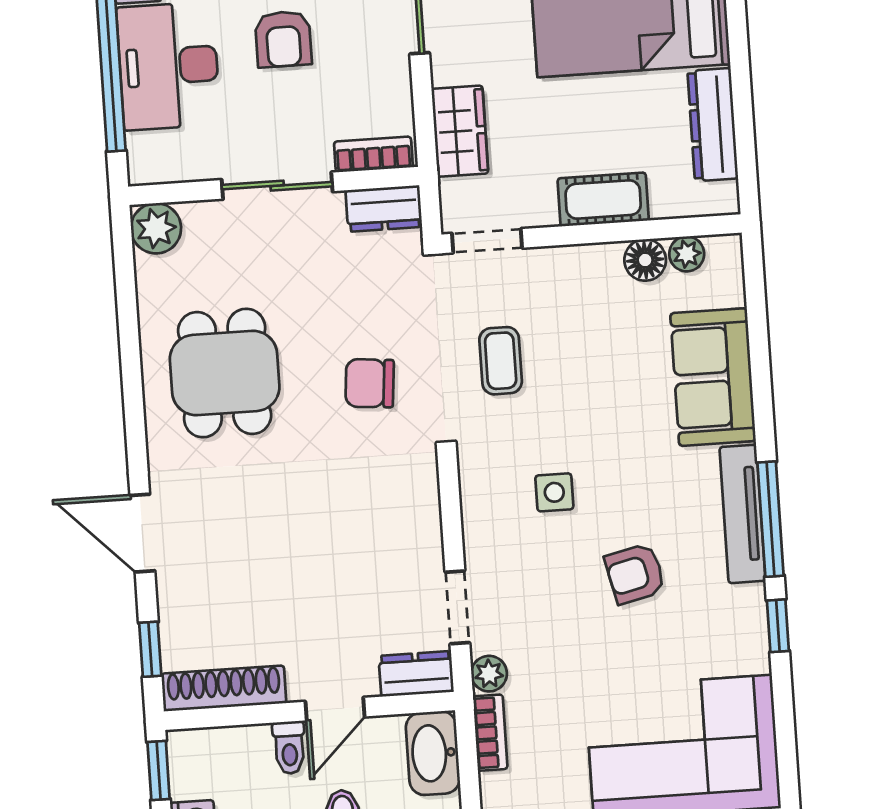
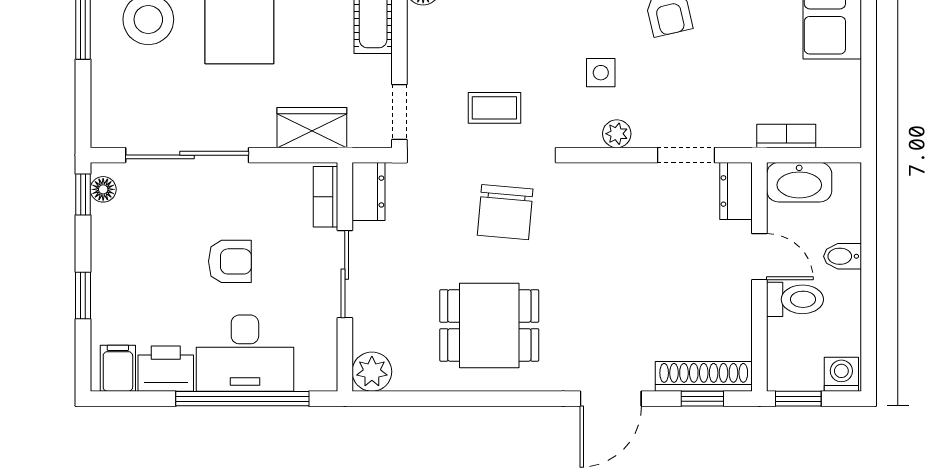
chair: (370, 383) -> (505, 212), width x1.37, depth x1.37
plant: (489, 674) -> (617, 134), moved
shoe rack: (224, 688) -> (704, 376), moved, turned 90
toilet: (289, 748) -> (795, 299), width x1.37, depth x1.39

